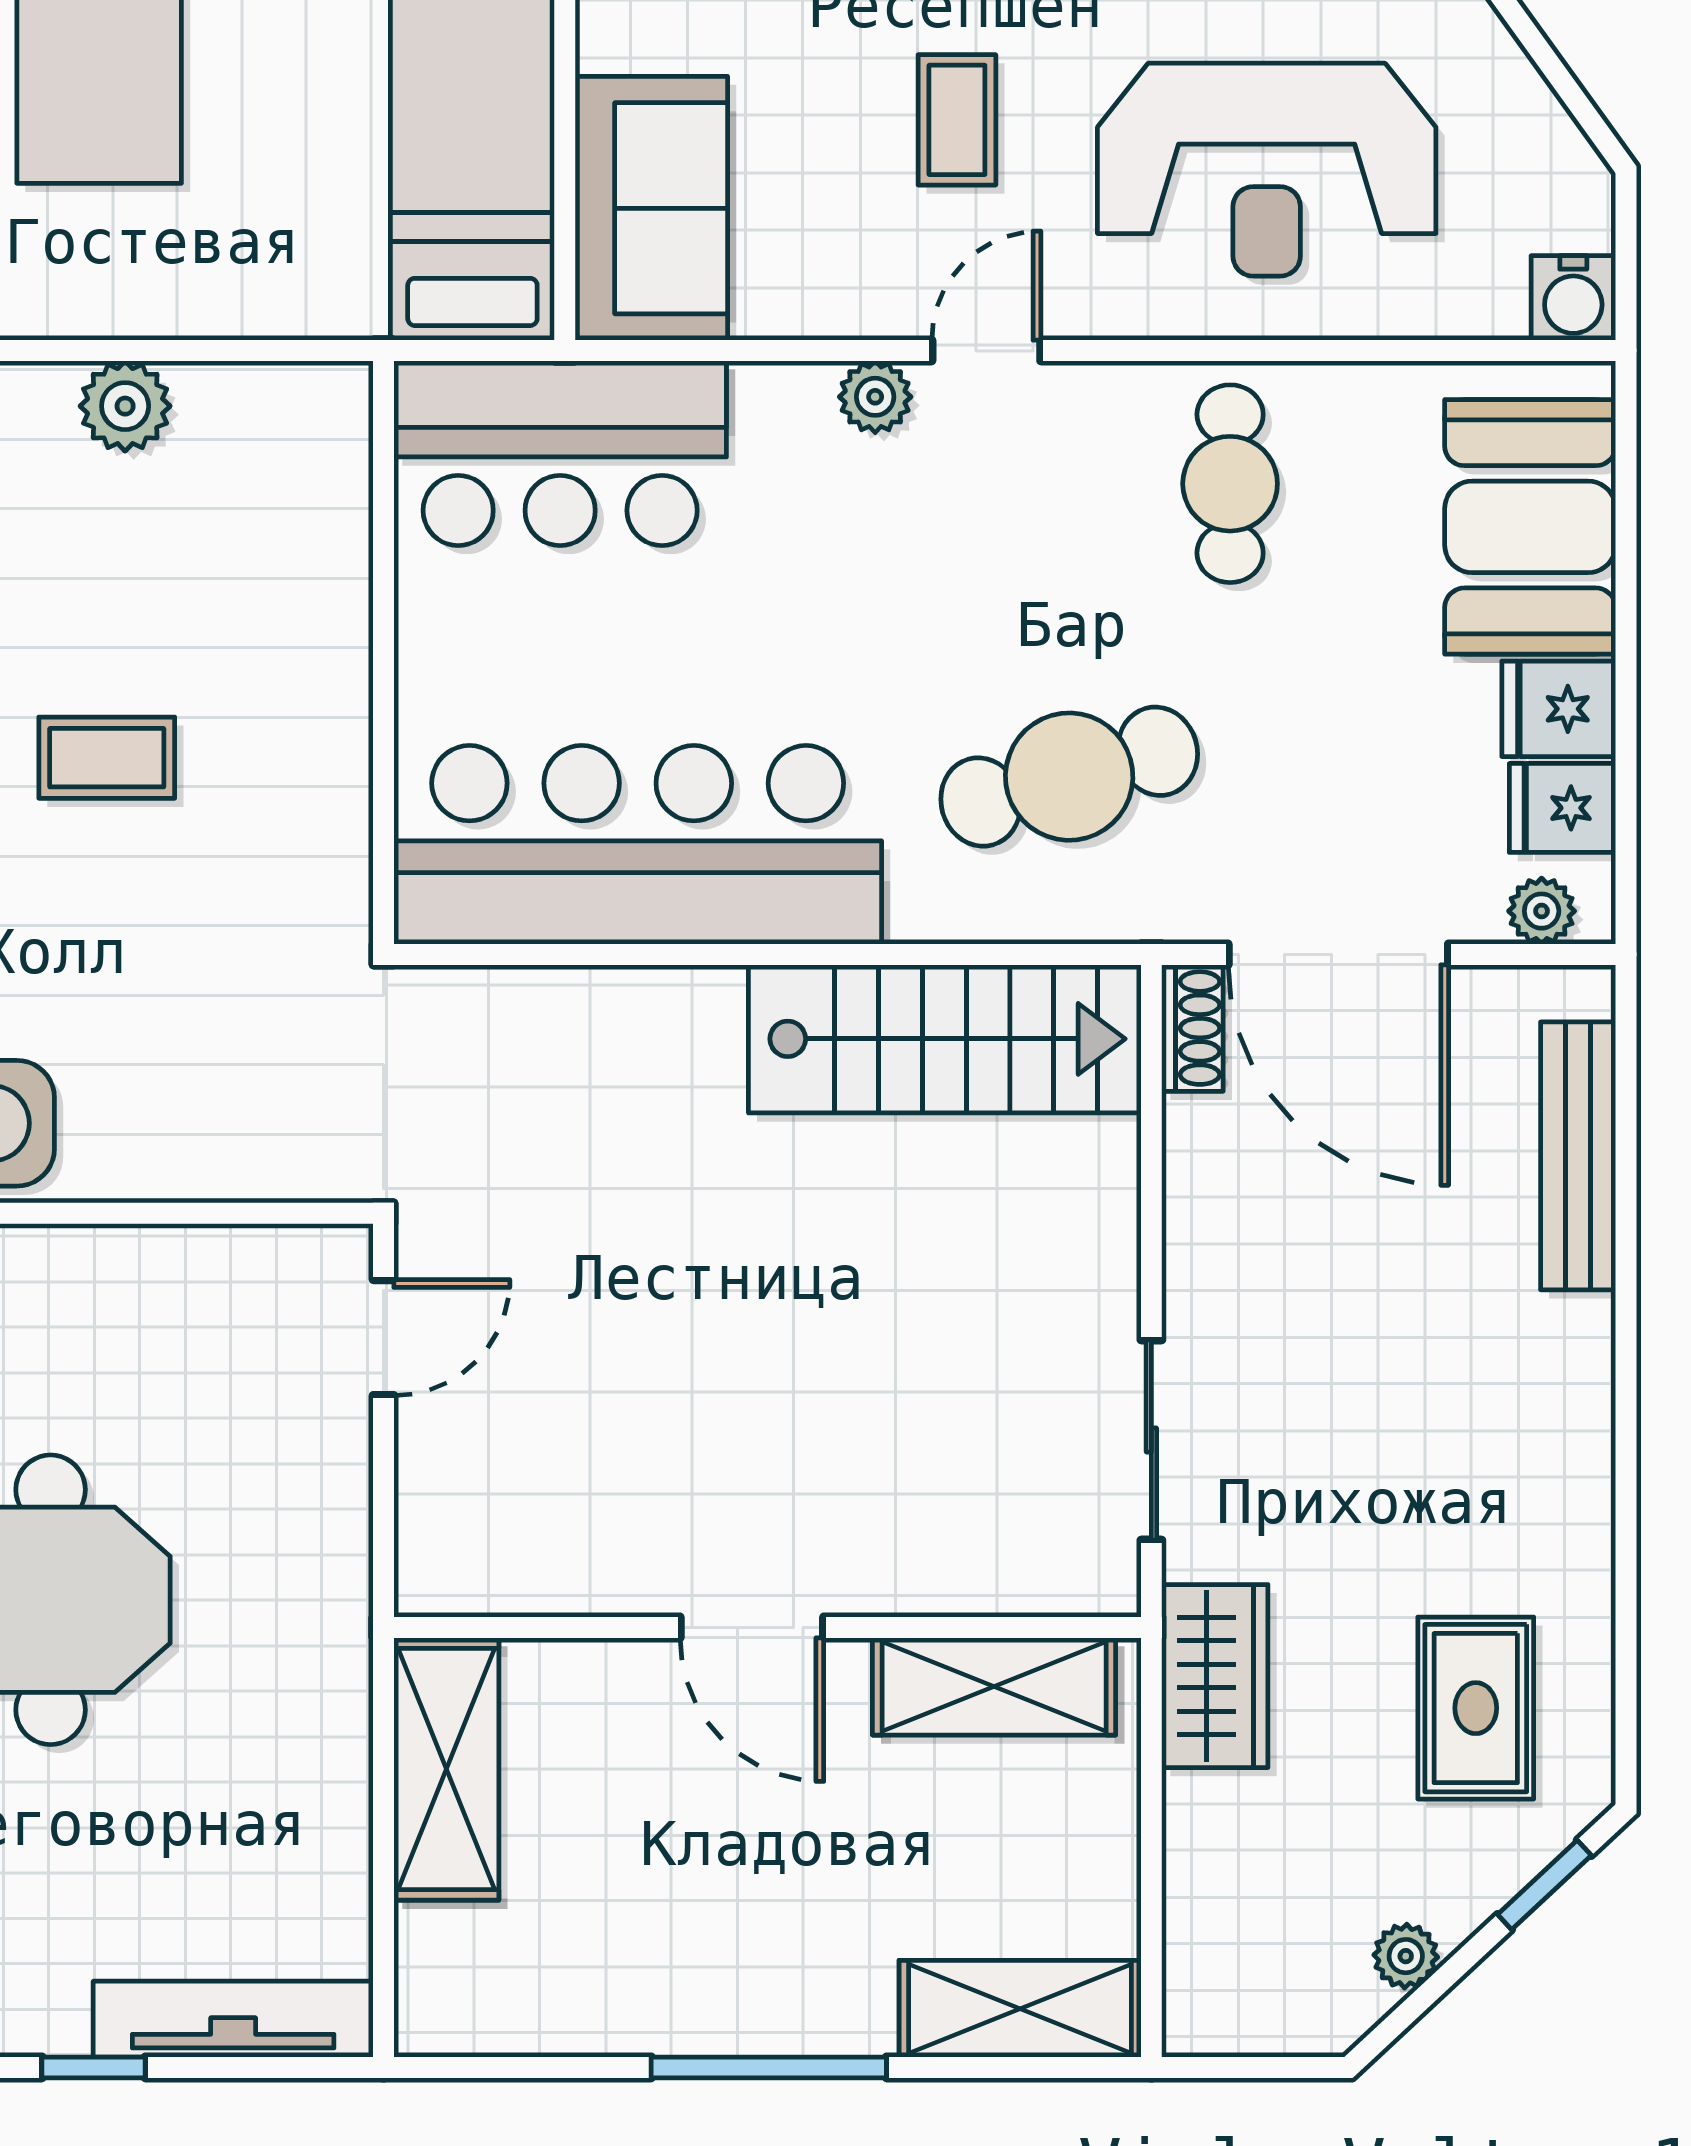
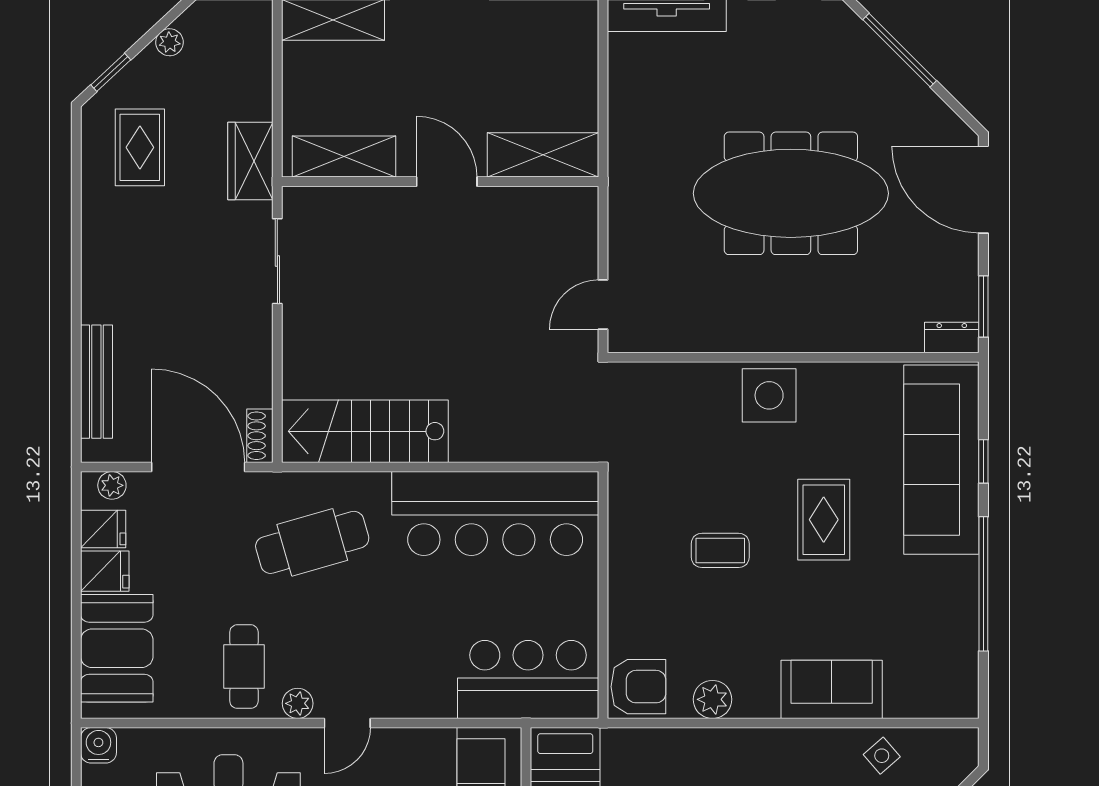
plant: (875, 397) -> (298, 703), moved
armchair: (300, 436) -> (638, 687), added
shelving: (446, 1769) -> (543, 155), moved, turned 90

